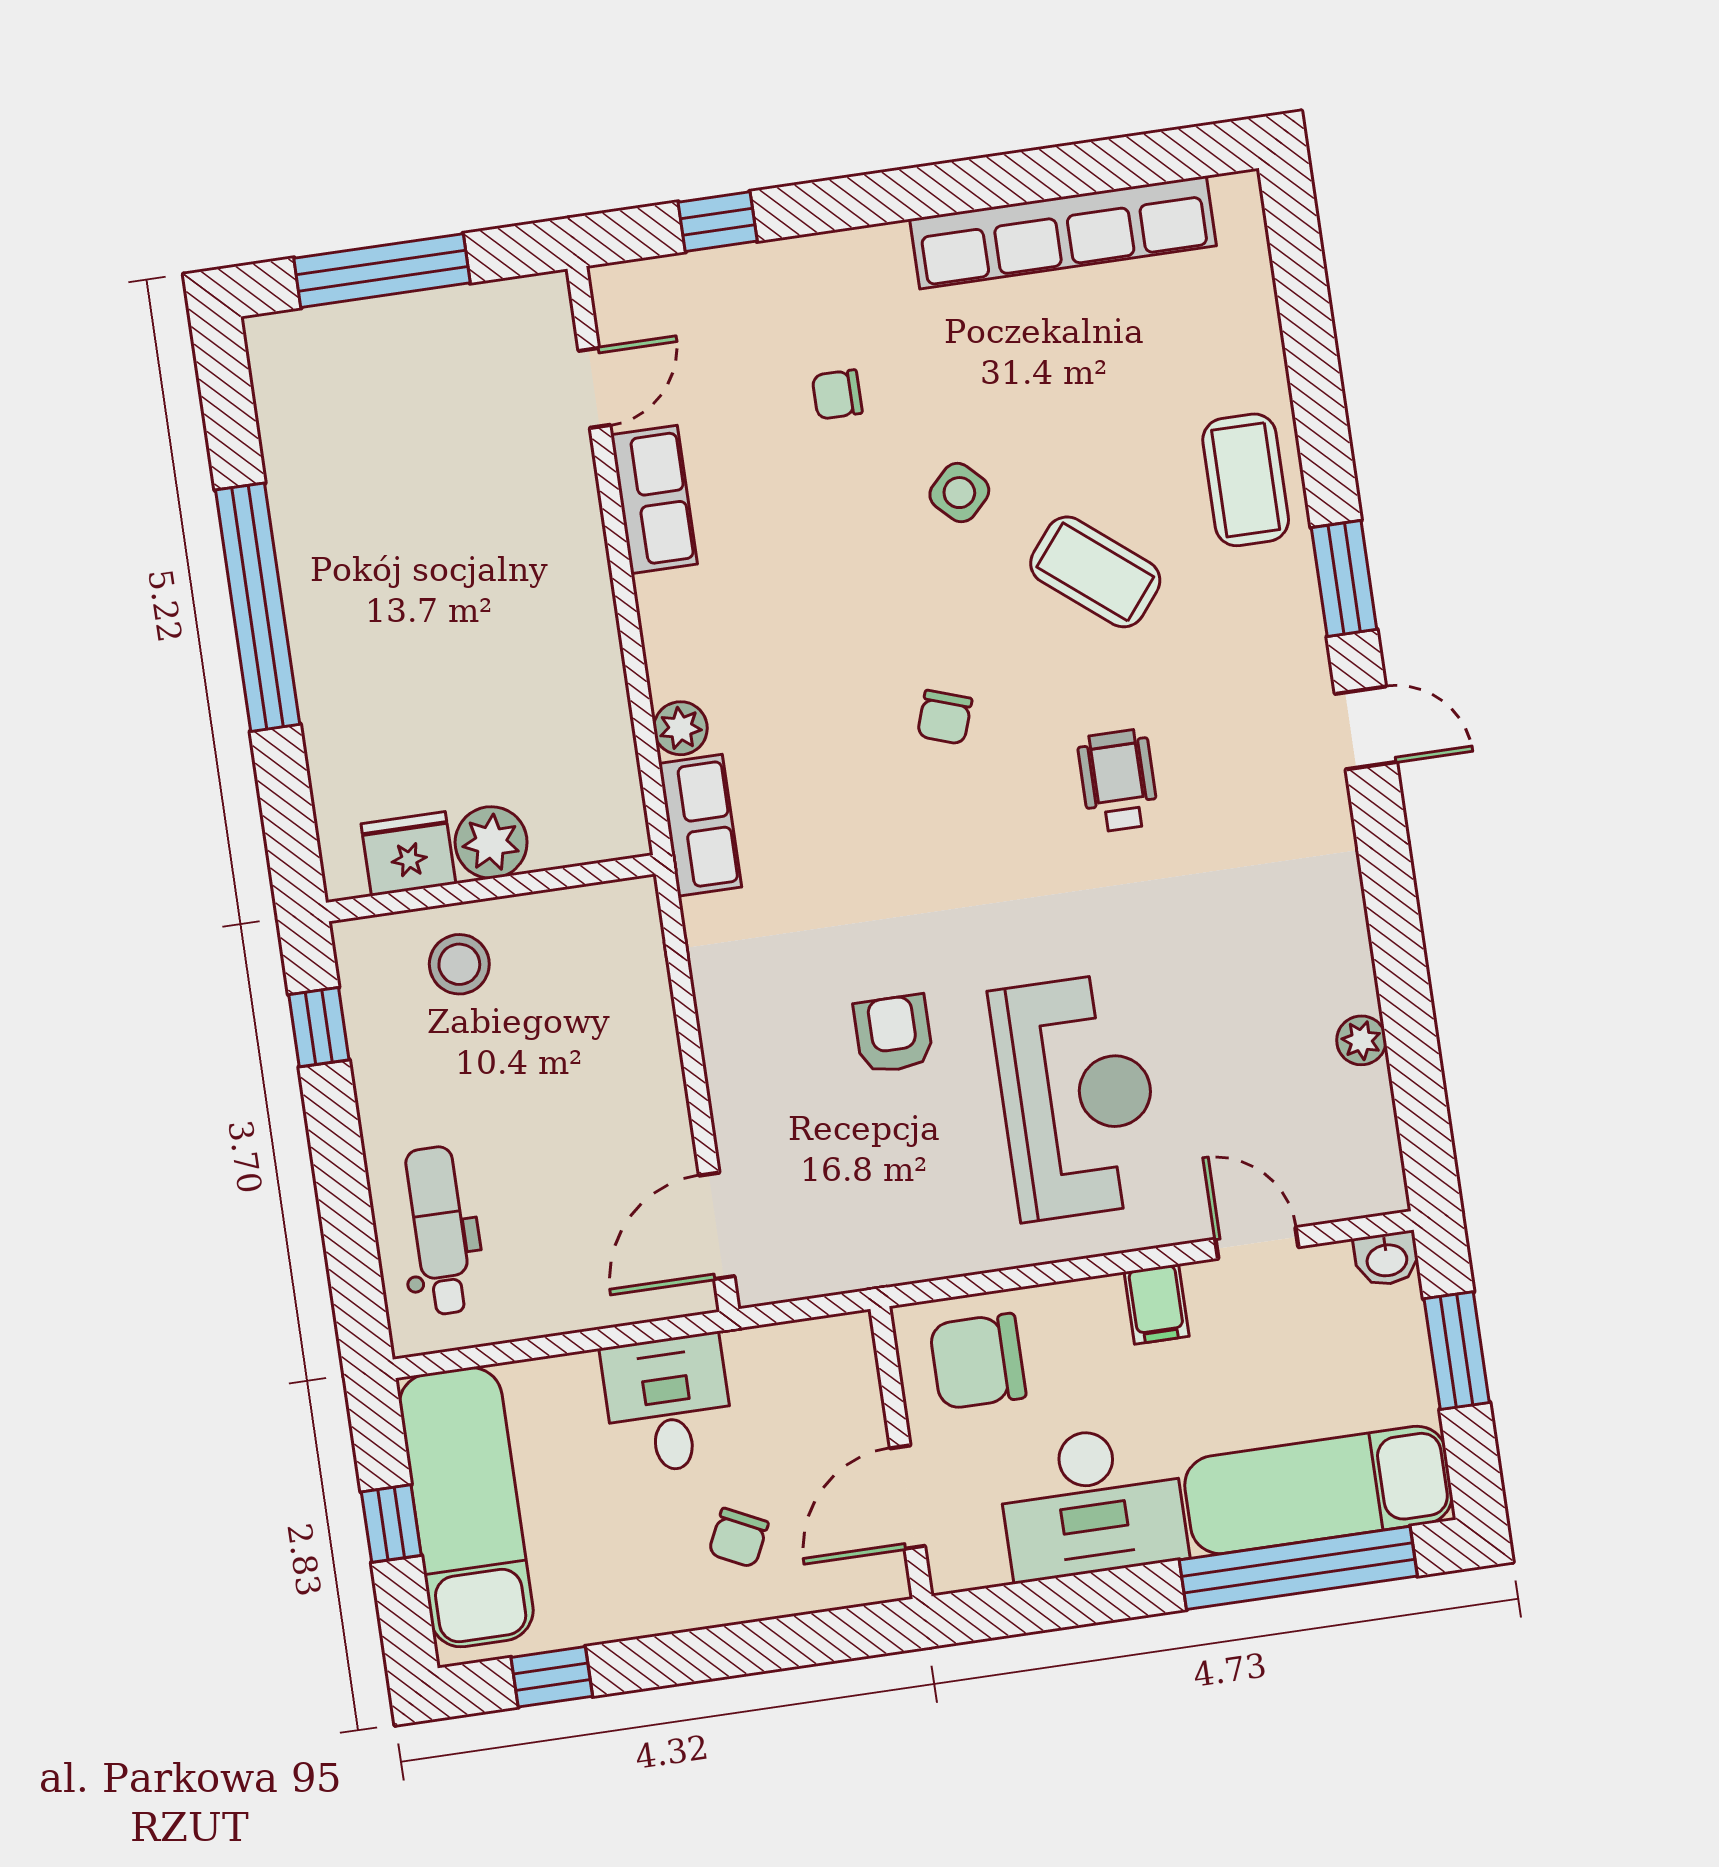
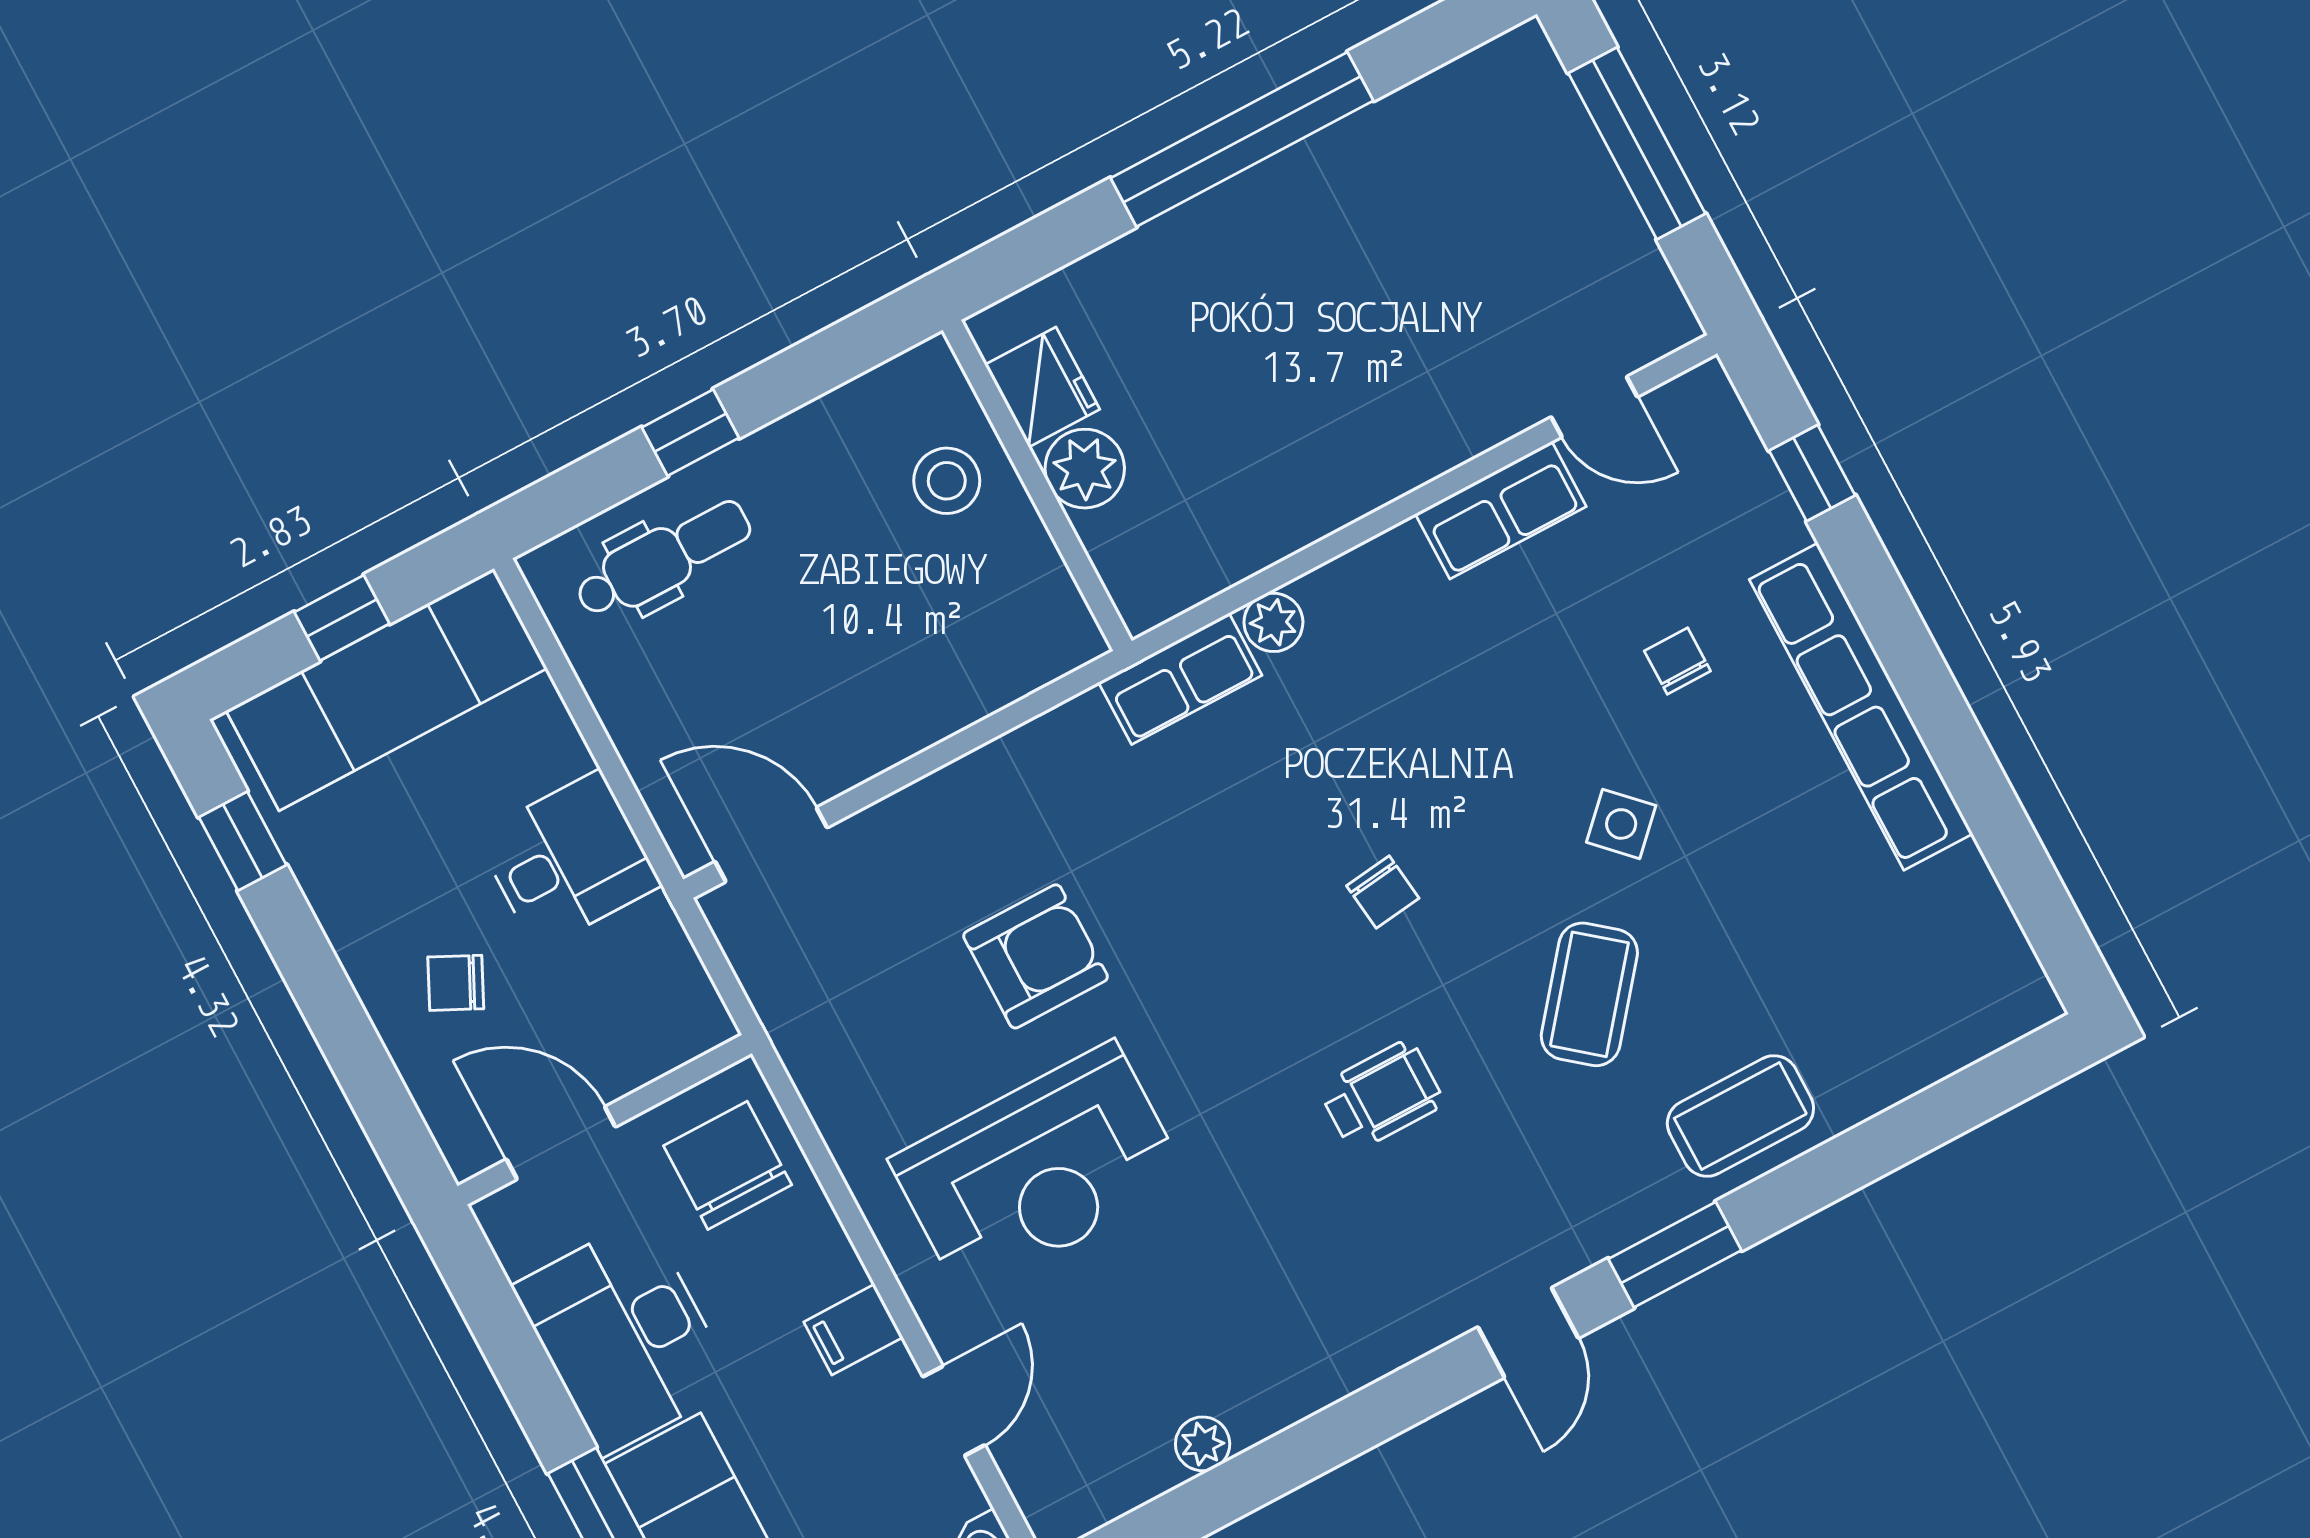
row of seats: (1063, 232) -> (1861, 707), moved
chair: (945, 717) -> (1383, 892), turned -116
window: (319, 1027) -> (690, 433), moved
armchair: (893, 1034) -> (1036, 956), width x1.38, depth x1.38

